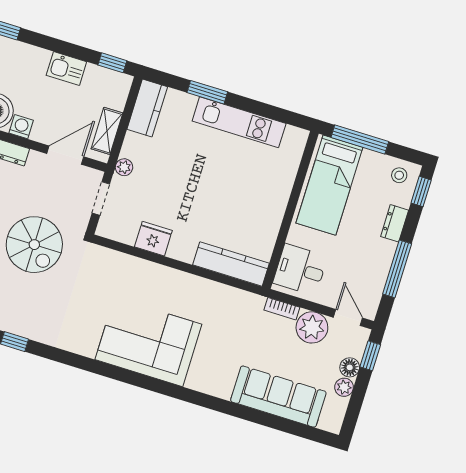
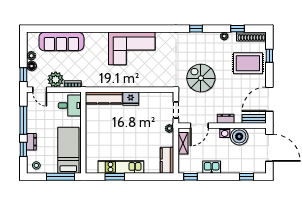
window: (207, 92) -> (115, 177), moved
window: (421, 191) -> (23, 149), moved
fridge: (153, 239) -> (131, 99), moved

